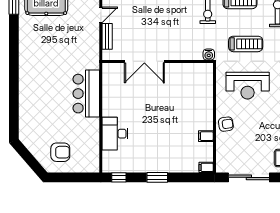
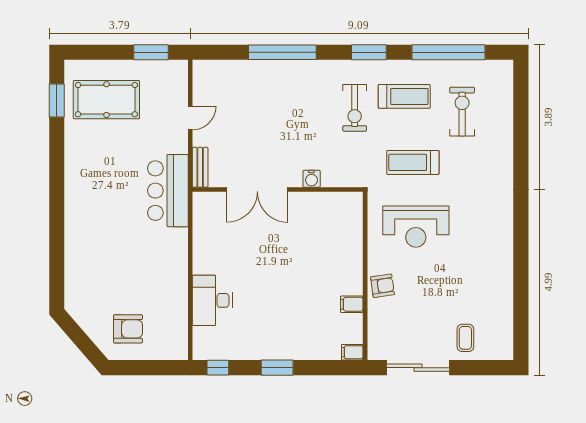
bench: (107, 36) -> (200, 167), moved
treadmill: (246, 44) -> (413, 162), turned 180
water cooler: (209, 55) -> (312, 179), moved
bar counter: (86, 94) -> (168, 191), moved

